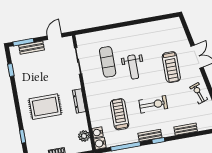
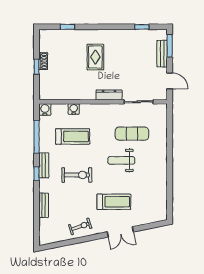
treadmill: (171, 67) -> (114, 202), turned 180
dresser: (79, 101) -> (109, 95), moved
exercise bike: (153, 104) -> (77, 175), turned -90
rug: (45, 107) -> (95, 57), width x0.73, depth x0.70
water cooler: (98, 132) -> (74, 109), moved
plant: (84, 136) -> (56, 94), removed

